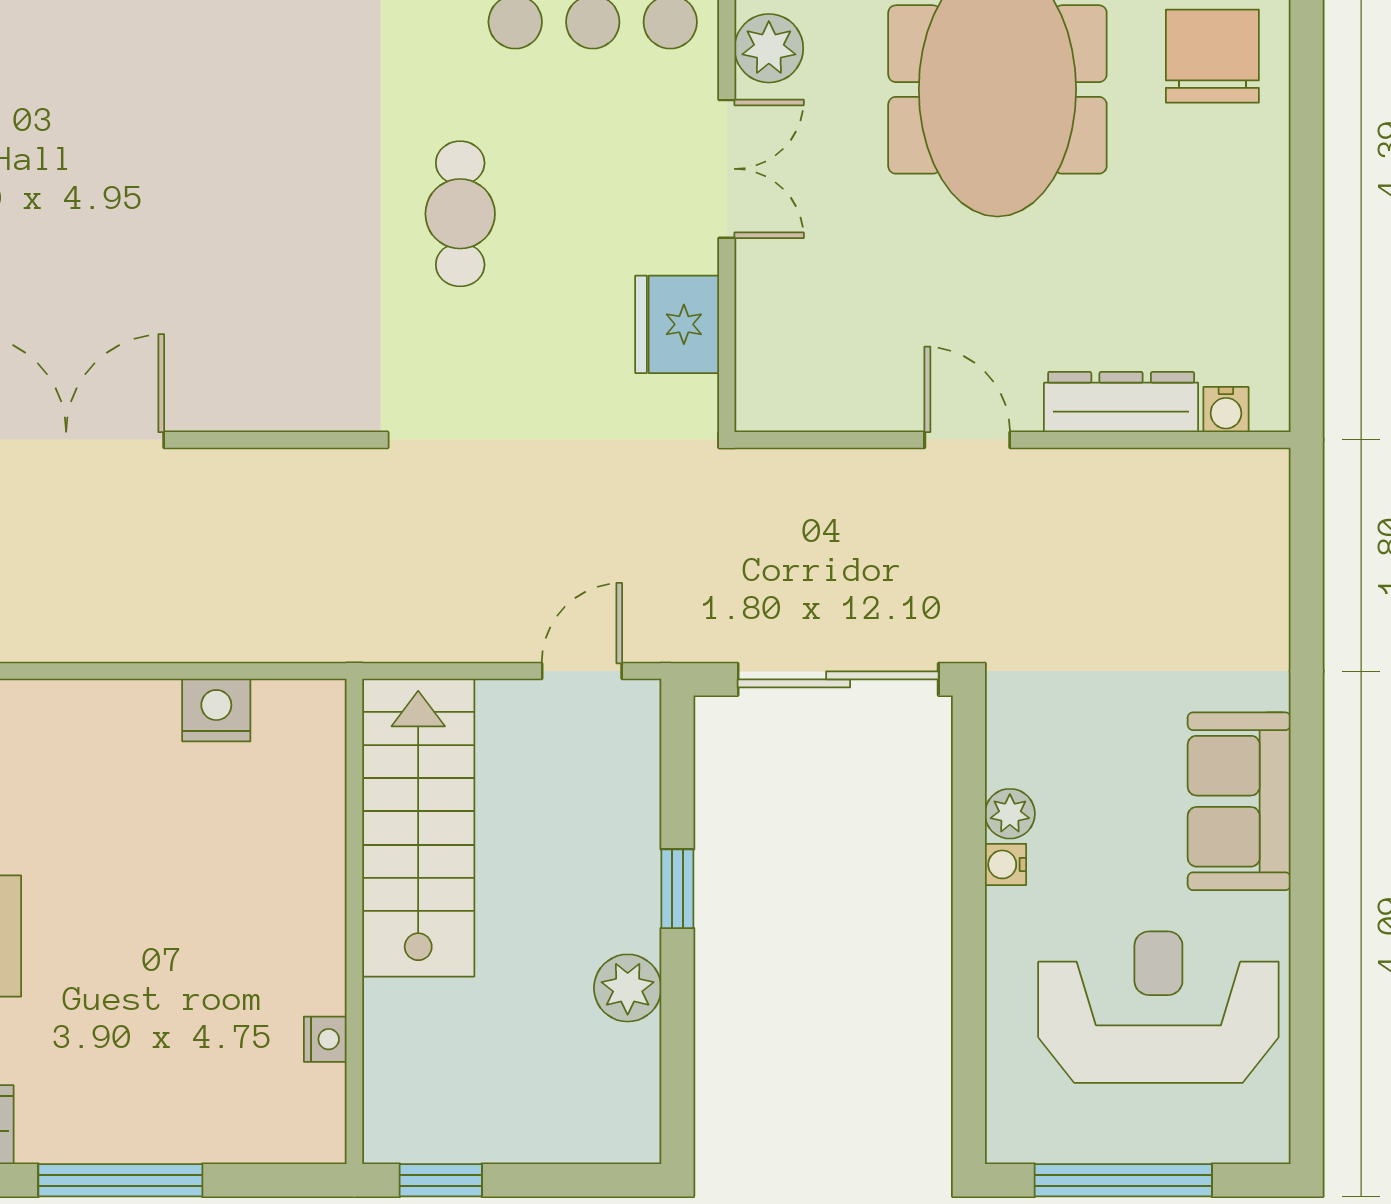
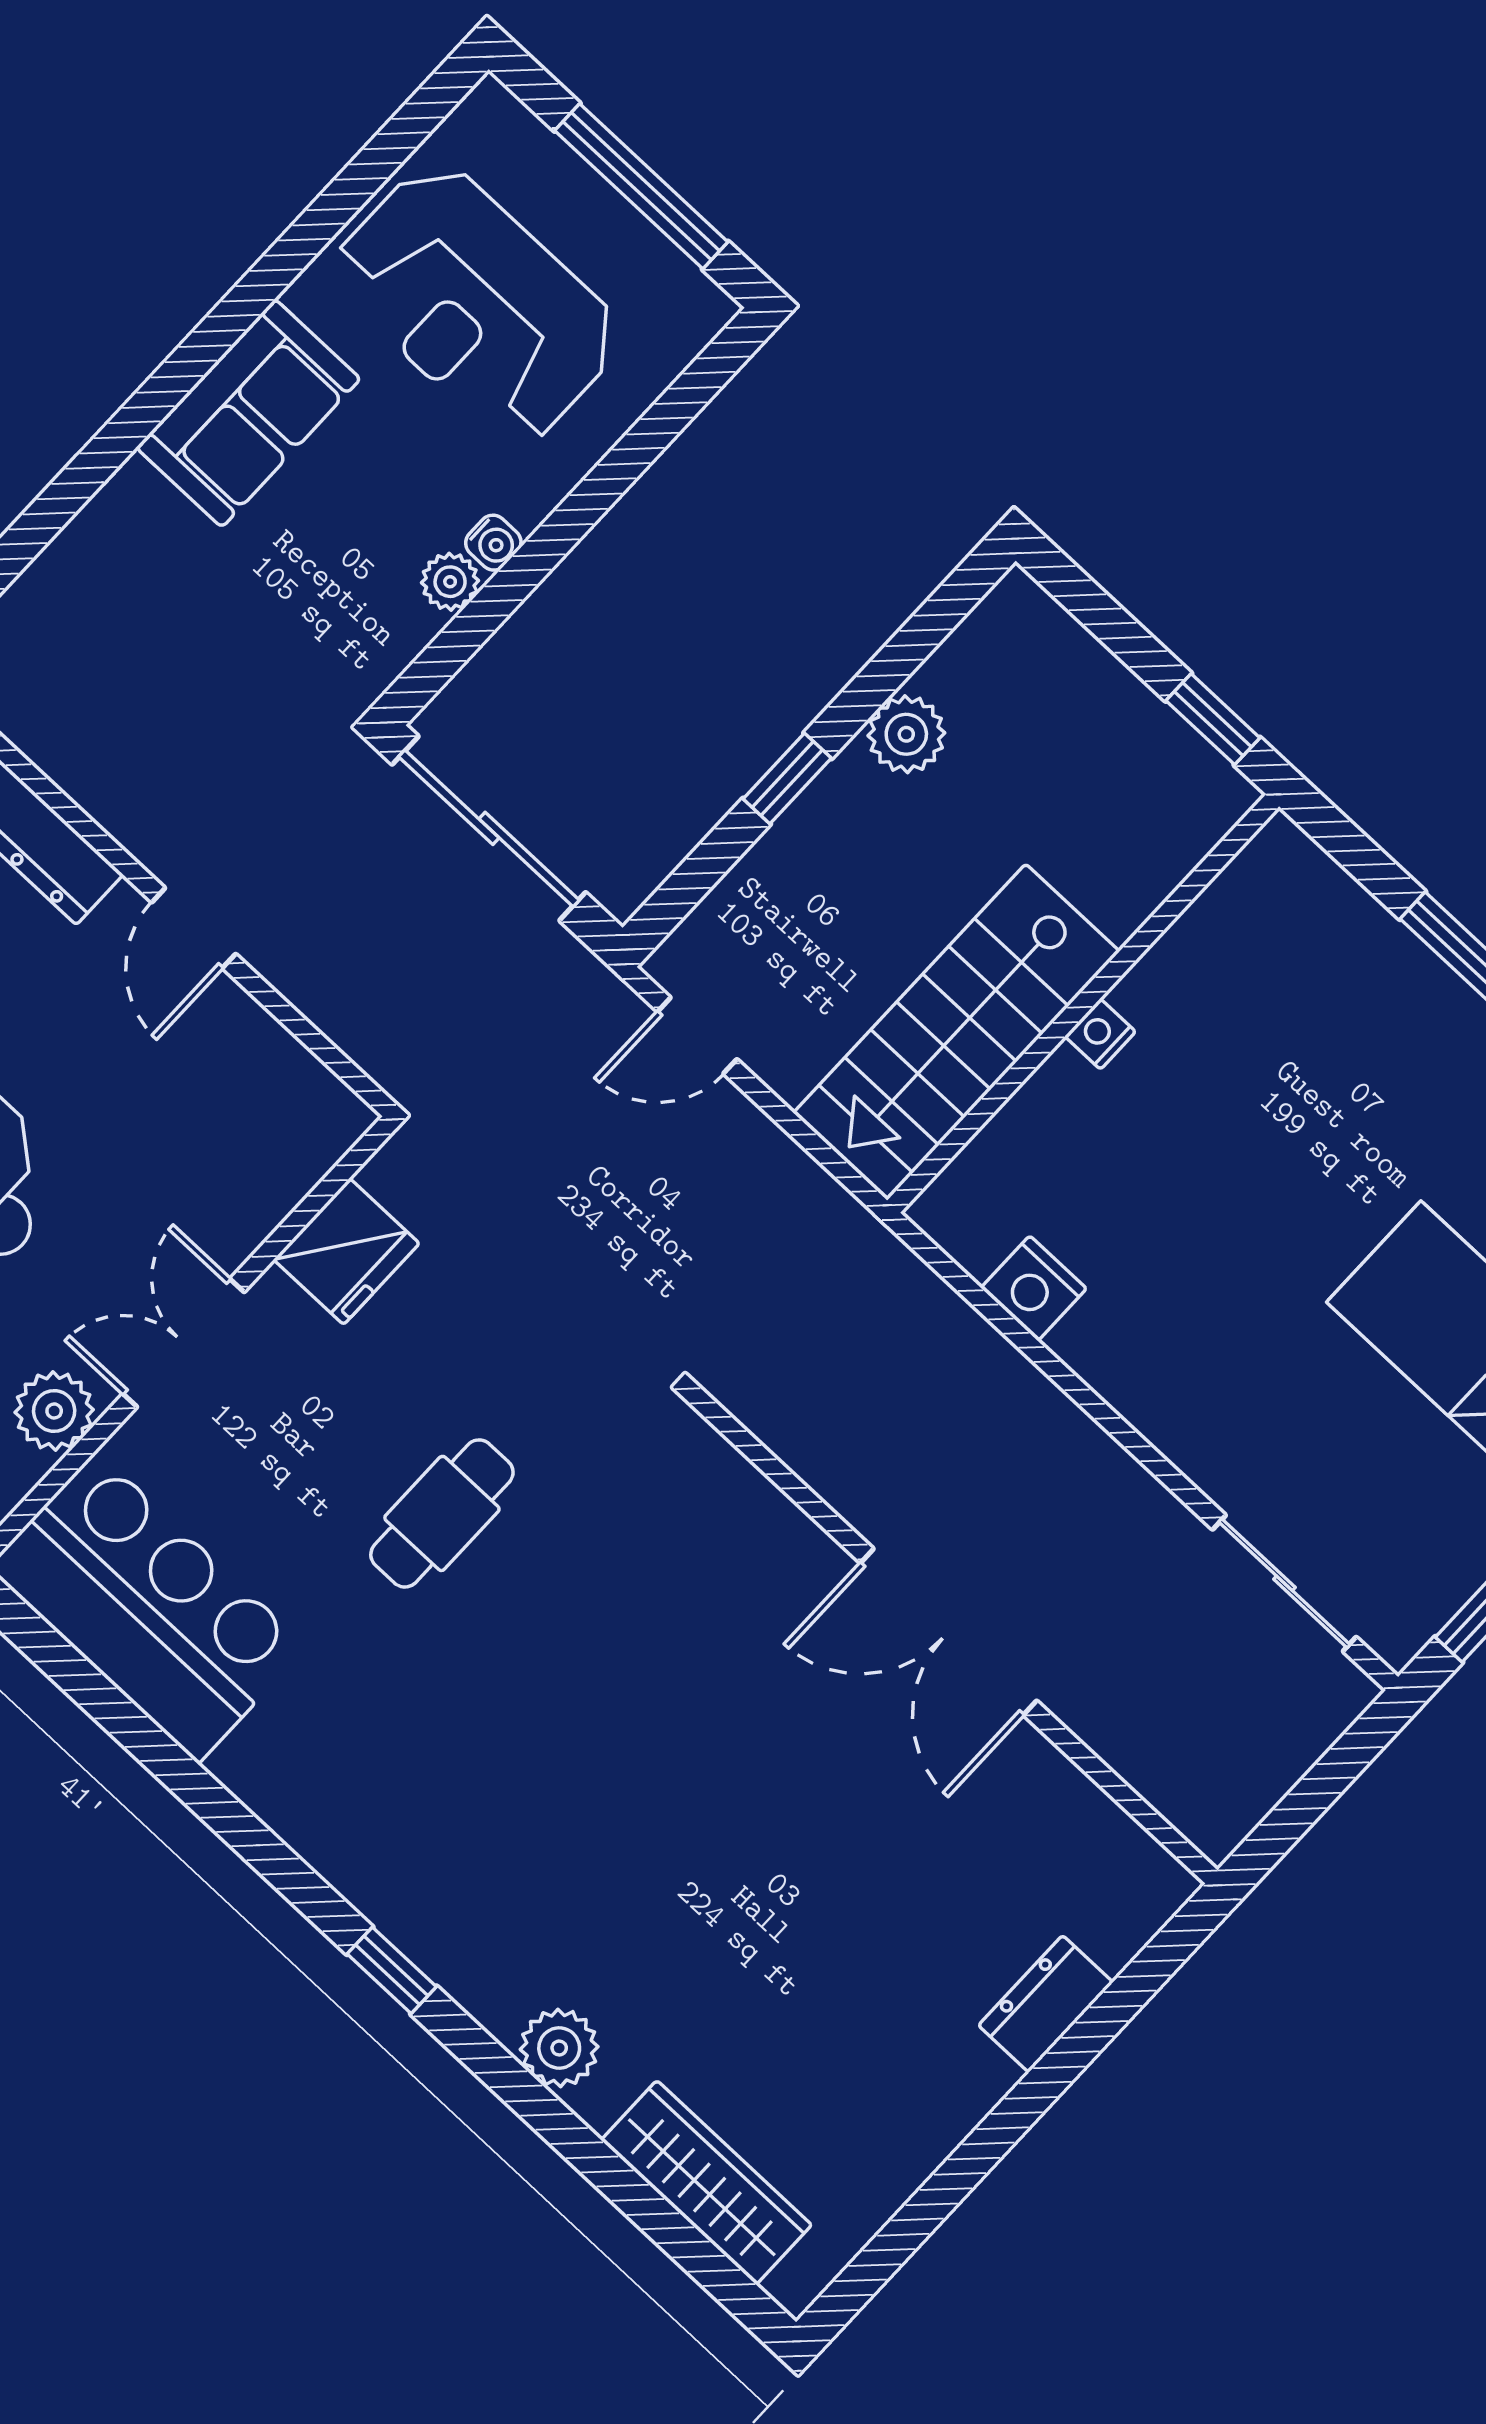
nightstand: (325, 1039) -> (1100, 1034), moved

